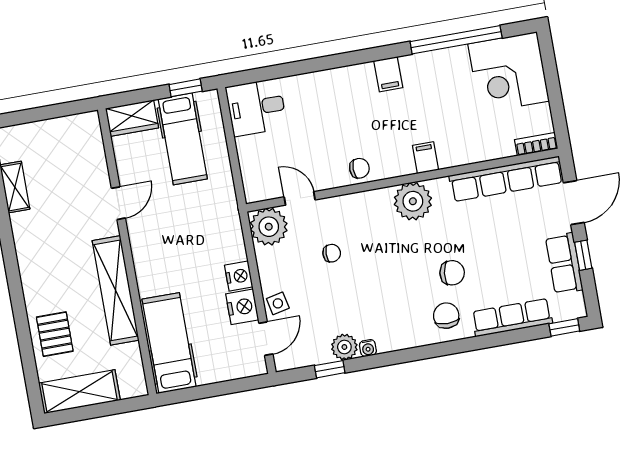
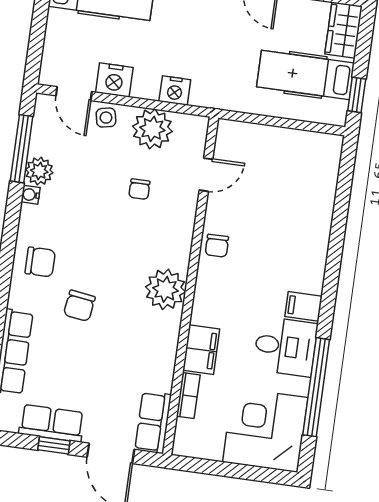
desk: (256, 107) -> (285, 346), moved, turned 90
bookcase: (536, 144) -> (188, 396), moved
filing cabinet: (425, 158) -> (201, 350), moved, width x2.00
row of seats: (506, 179) -> (153, 422), width x0.50
plant: (269, 227) -> (152, 129), moved
nightstand: (239, 276) -> (175, 90), moved
chair: (446, 316) -> (40, 262), moved
window: (330, 369) -> (22, 149), width x2.17

